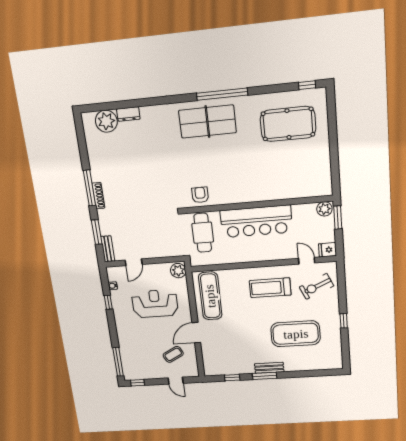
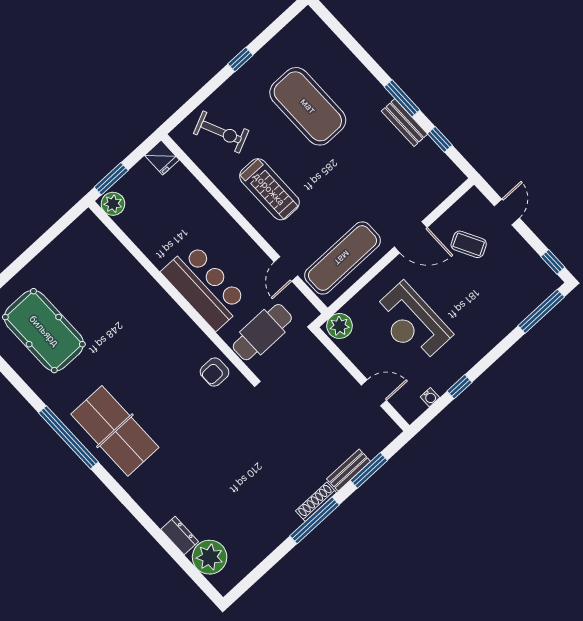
bar counter: (256, 221) -> (205, 287), width x0.73
bench: (108, 249) -> (349, 470), moved
door: (307, 261) -> (286, 269), moved
bench: (269, 368) -> (404, 123), moved

